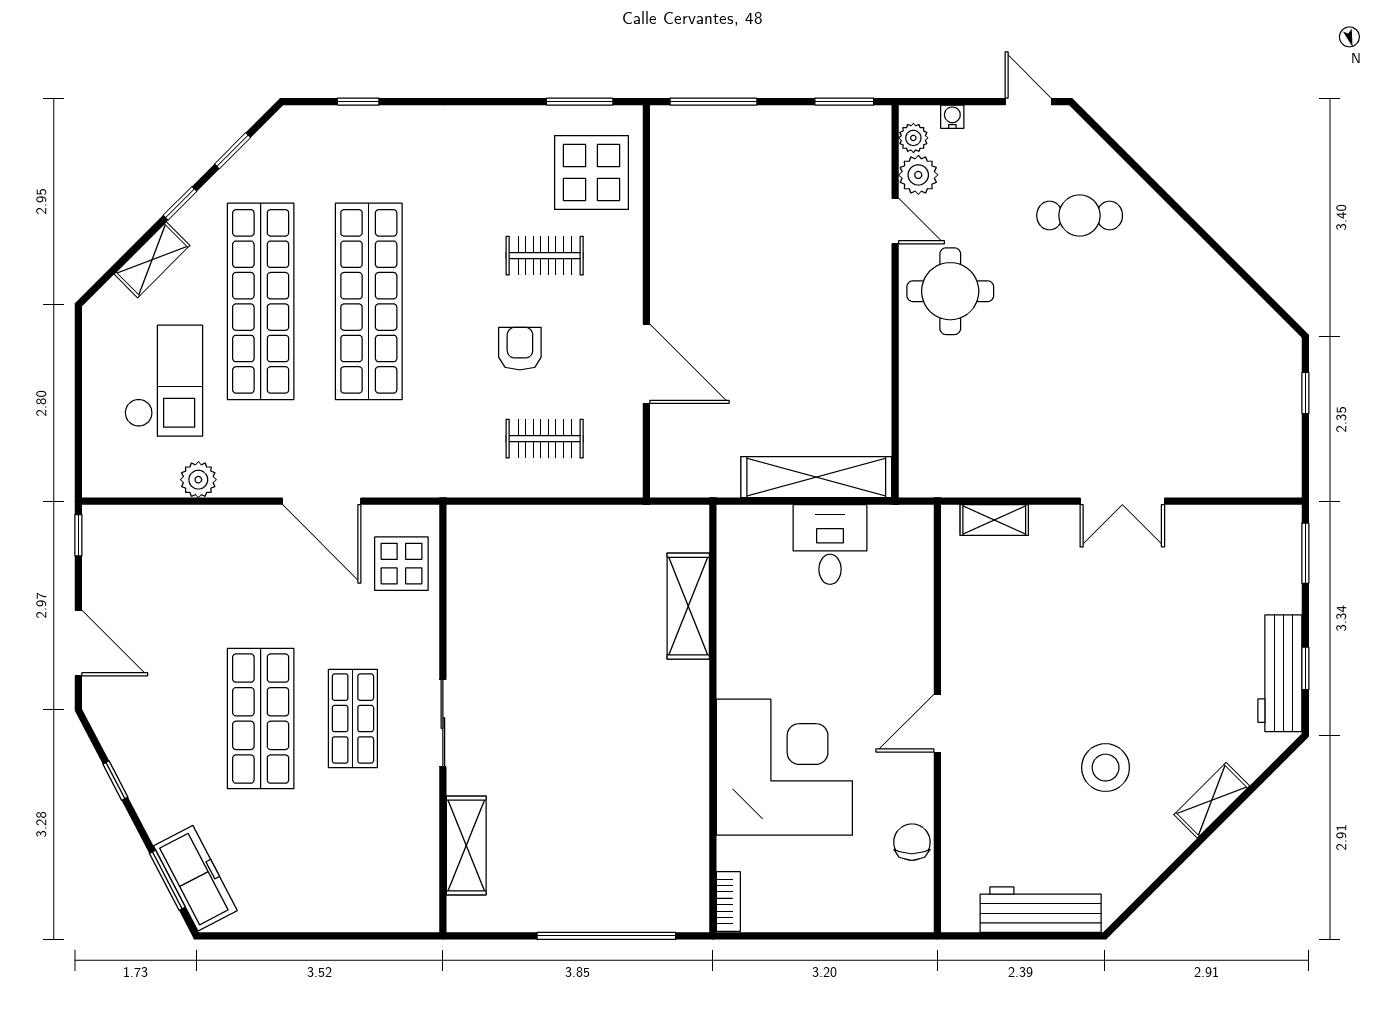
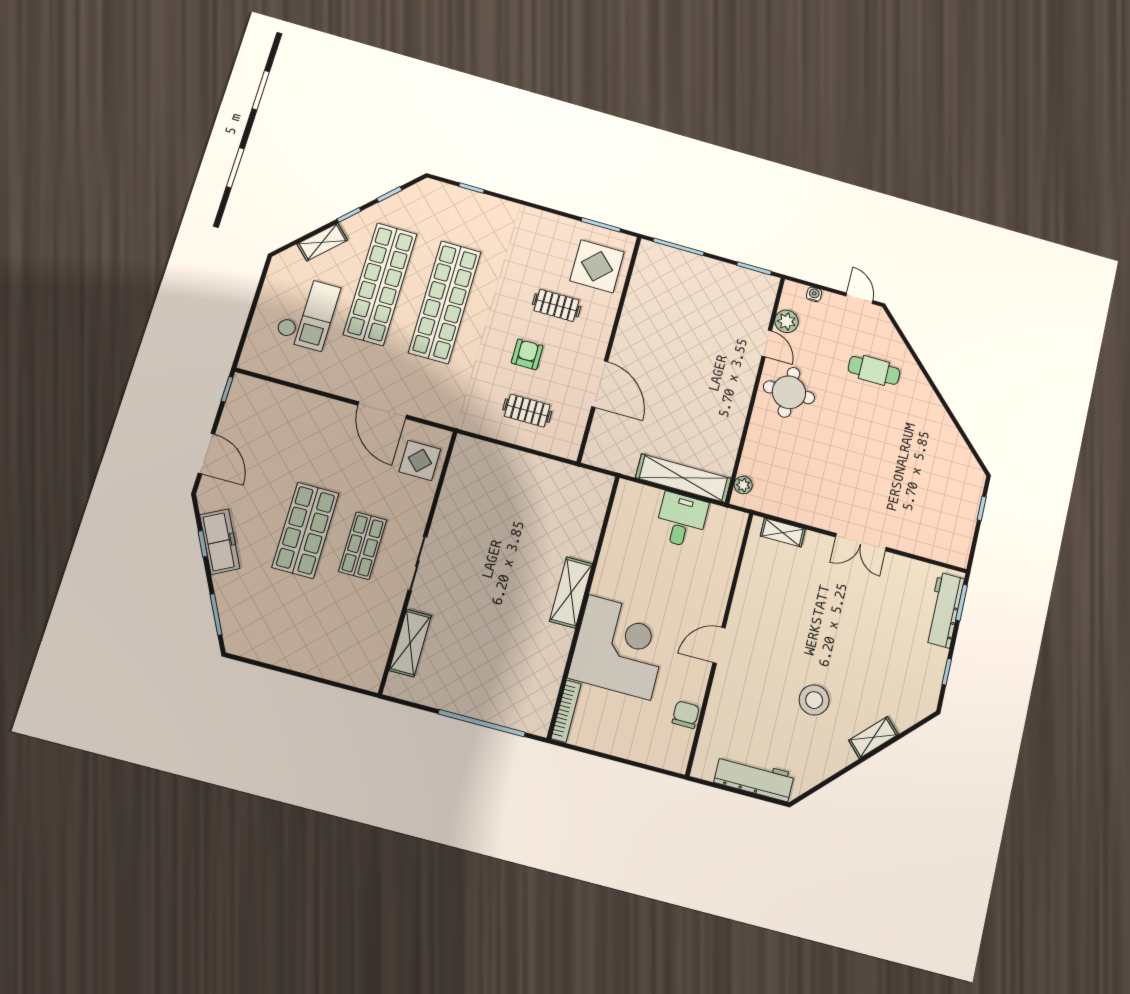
plant: (913, 138) -> (743, 485), moved
plant: (198, 480) -> (311, 377), removed
shelving: (688, 606) -> (571, 592), moved
workbench: (1280, 673) -> (944, 610), moved
freezer: (195, 878) -> (220, 542), moved
bookcase: (728, 902) -> (566, 711), width x1.56

